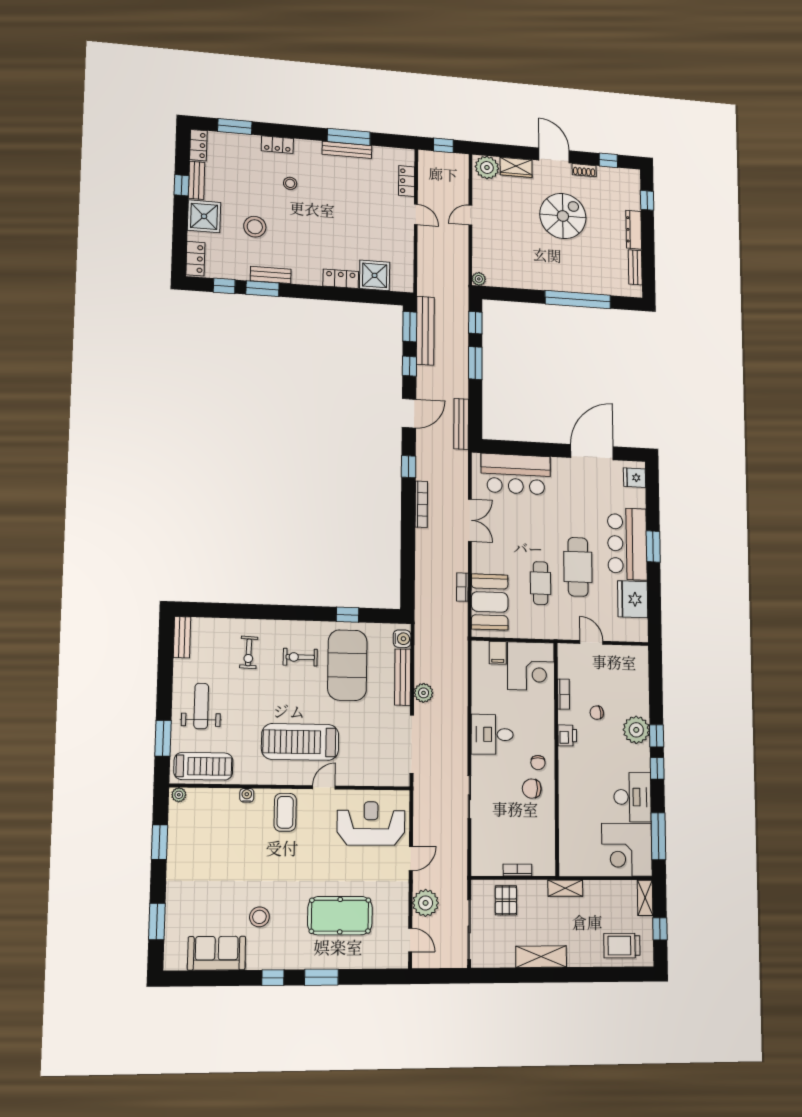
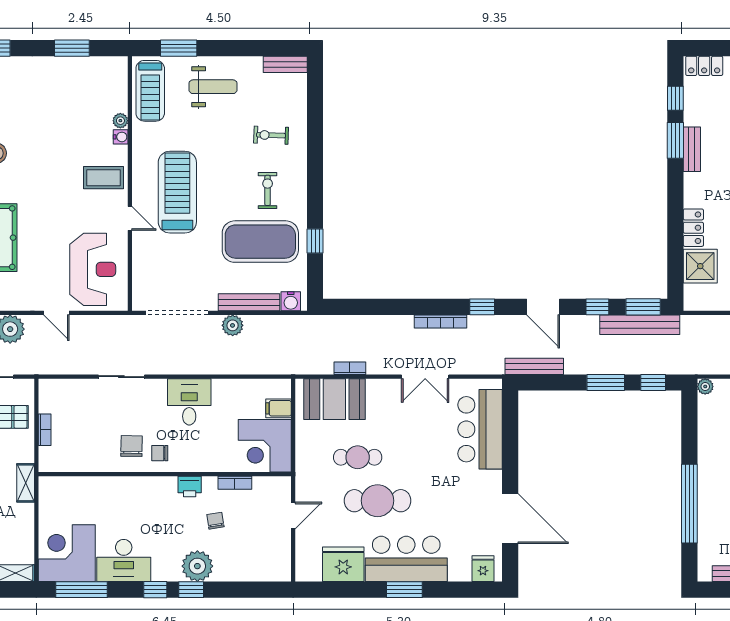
plant: (179, 795) -> (120, 121), moved

